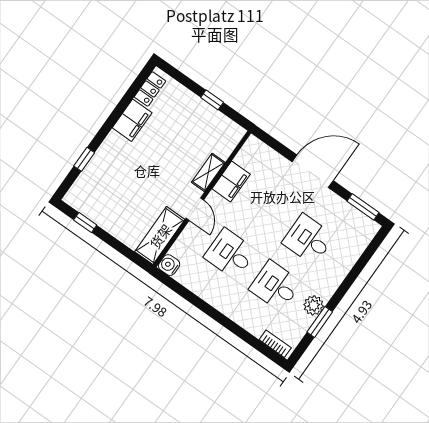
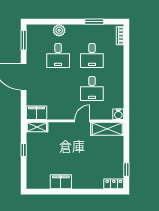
locker: (150, 89) -> (114, 184), moved
window: (84, 159) -> (96, 192), removed
shelving: (208, 172) -> (37, 127), moved
filing cabinet: (231, 182) -> (36, 113), moved
plant: (314, 305) -> (59, 30), moved

